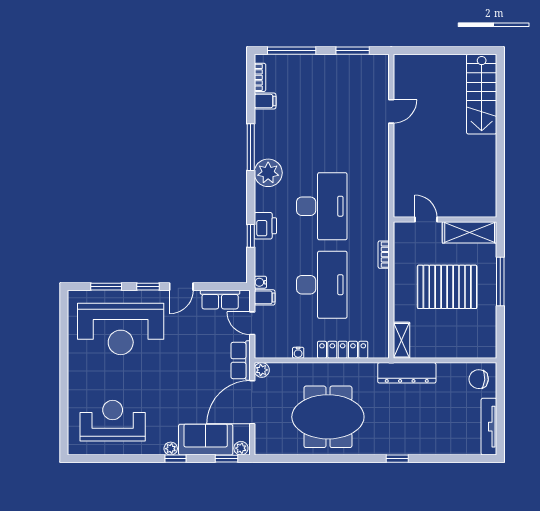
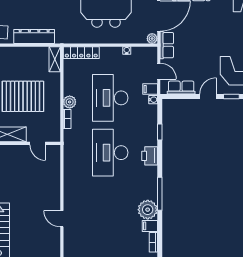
door: (391, 111) -> (62, 219), hinge flipped
plant: (268, 173) -> (148, 210), moved
printer: (265, 226) -> (150, 156), moved
plant: (380, 279) -> (70, 102), added
locker: (343, 350) -> (81, 53), moved
dresser: (407, 373) -> (34, 37), moved

